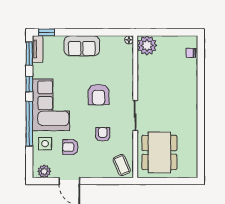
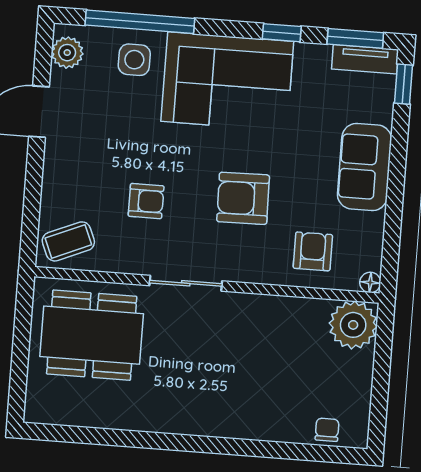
window: (29, 124) -> (140, 22), moved
armchair: (70, 147) -> (313, 251), moved

